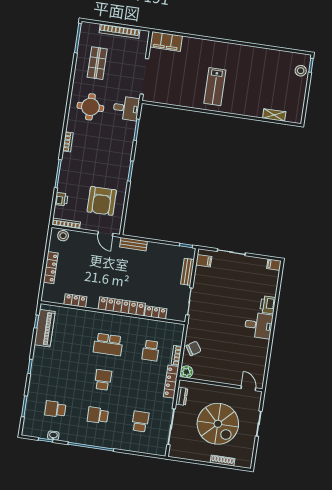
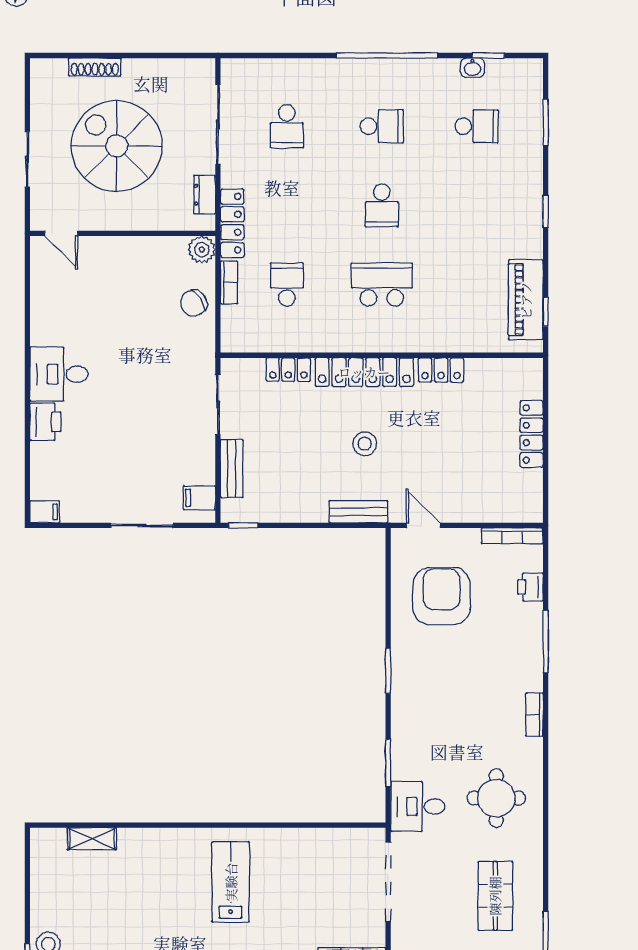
stool: (63, 236) -> (365, 444), moved
locker: (75, 301) -> (441, 370), moved

